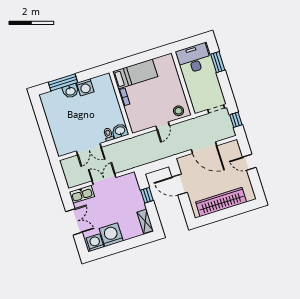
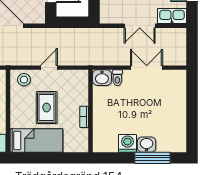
bed: (135, 74) -> (36, 140), moved, turned 180
rug: (155, 95) -> (47, 108), added

